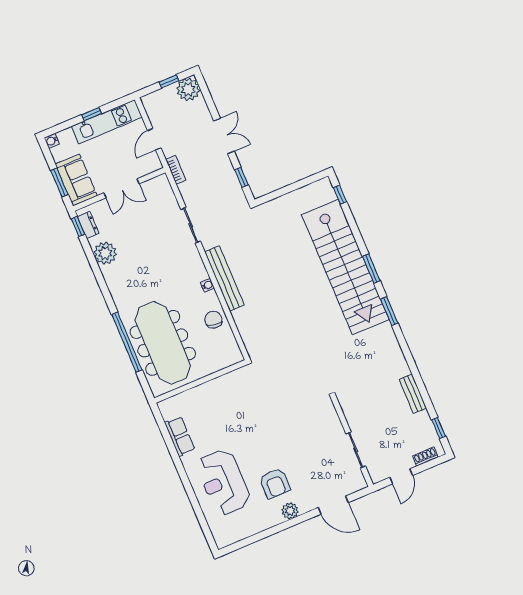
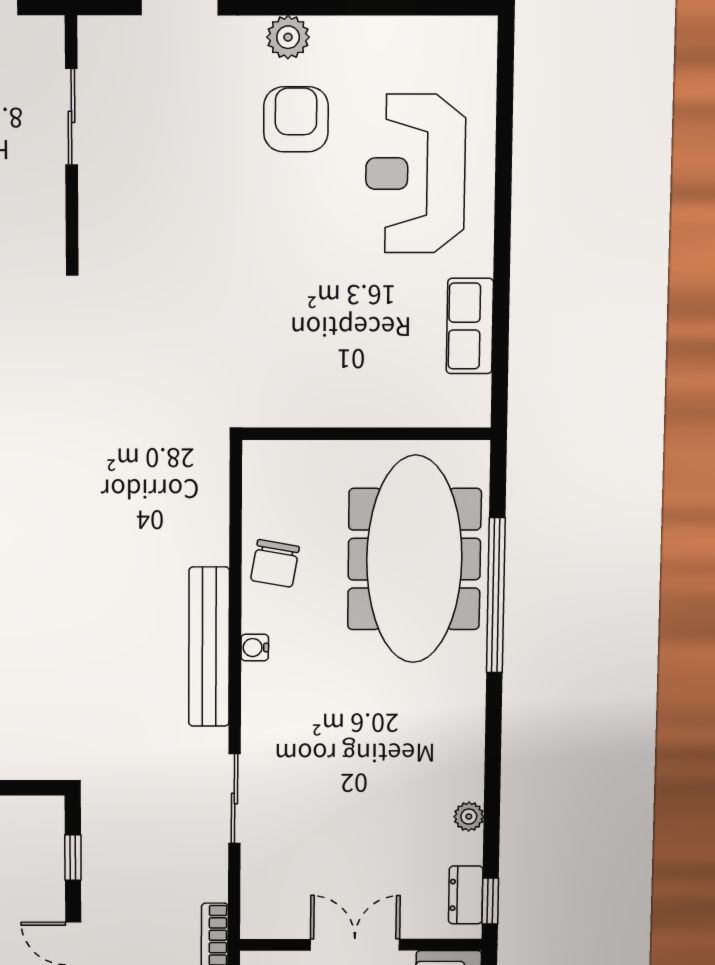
plant: (105, 253) -> (469, 817), width x0.53, depth x0.53
reception desk: (223, 482) -> (415, 174), turned 180

